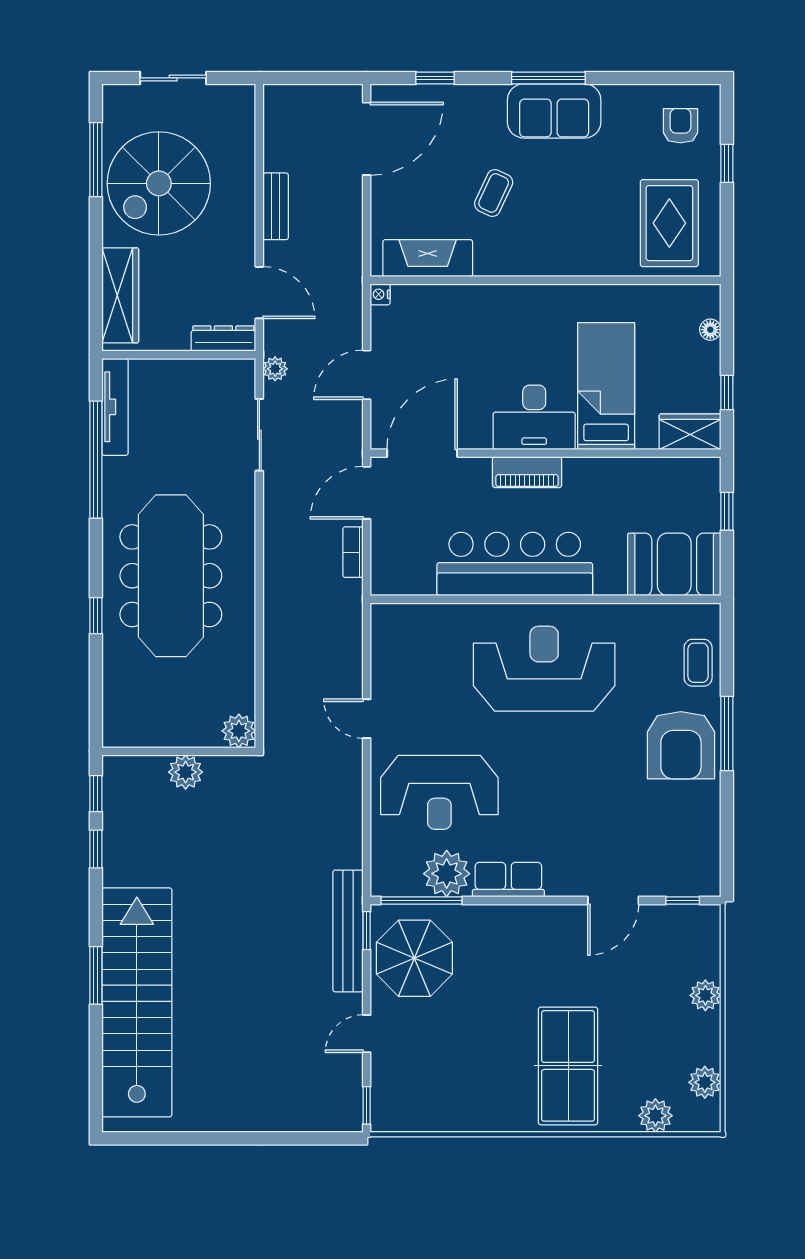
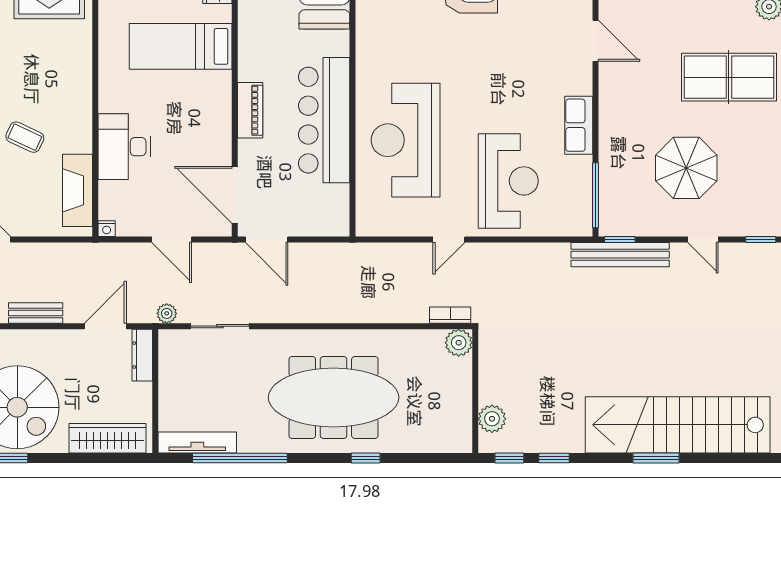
desk: (534, 417) -> (124, 147), moved, turned 180
bookcase: (353, 552) -> (450, 315), moved, turned 180
reception desk: (544, 669) -> (406, 140), moved
plant: (186, 772) -> (492, 419), moved
plant: (447, 874) -> (574, 175), removed
parasol: (414, 958) -> (686, 168), moved

